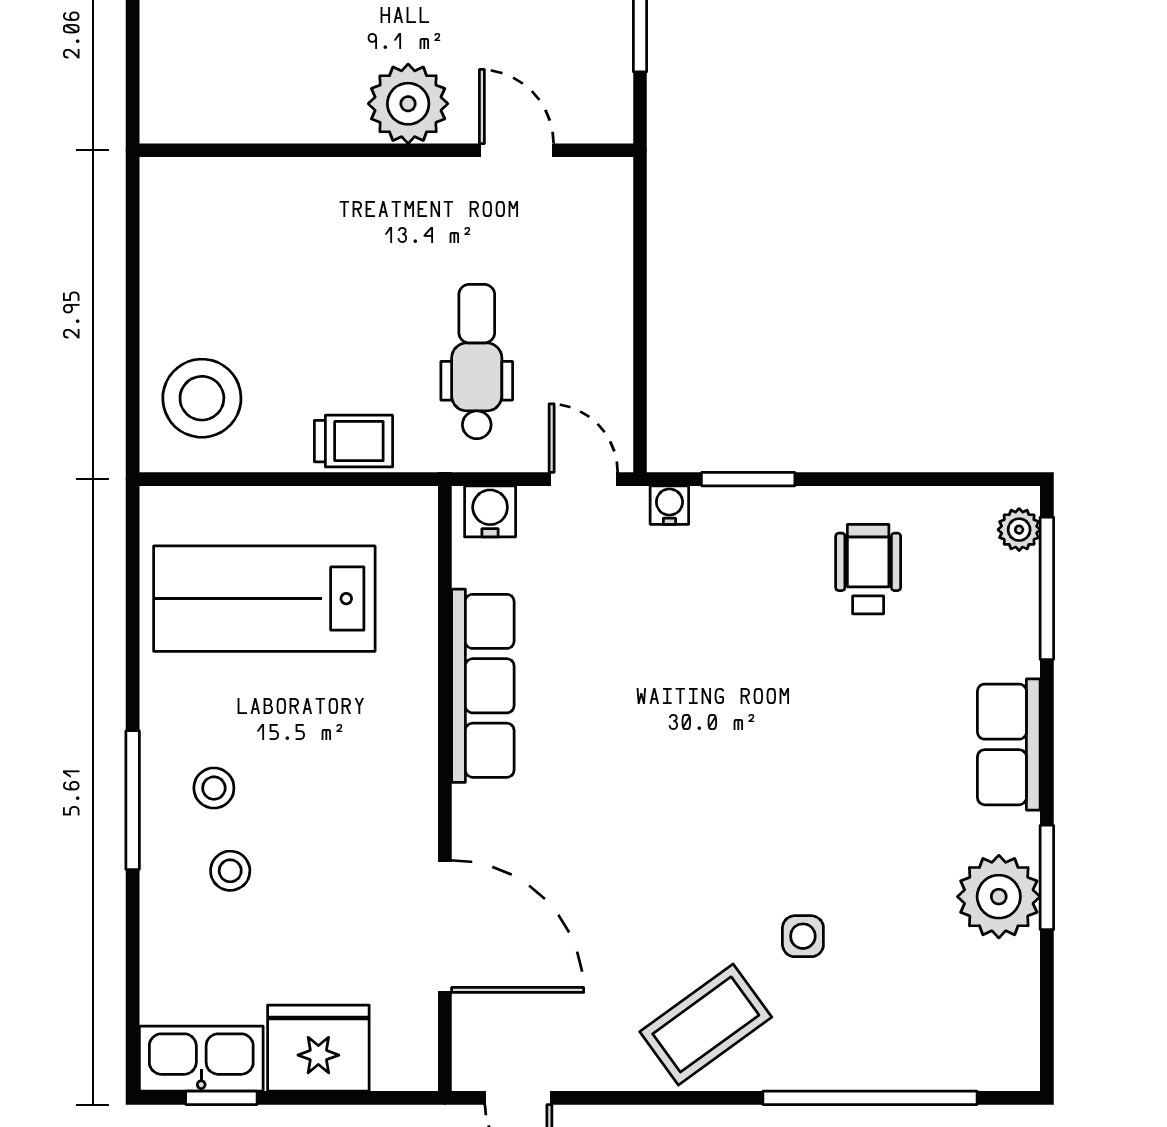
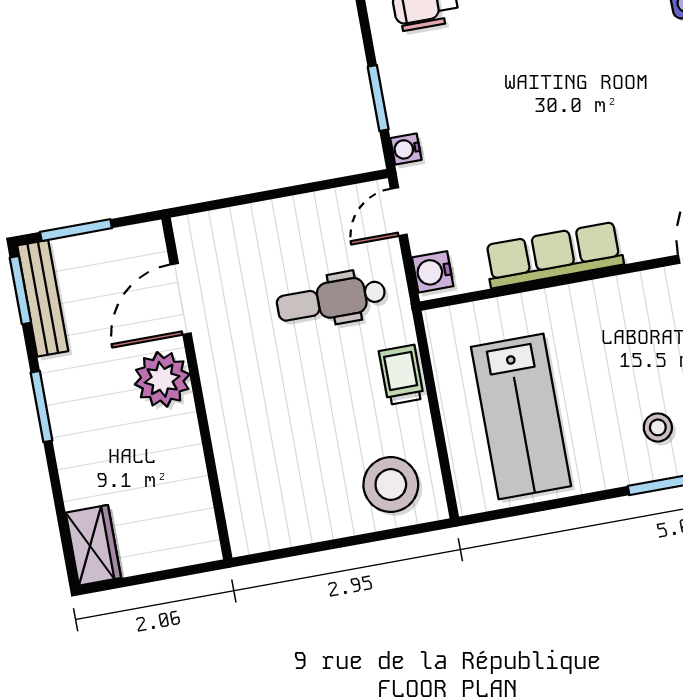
door: (516, 150) -> (181, 299), width x1.38

